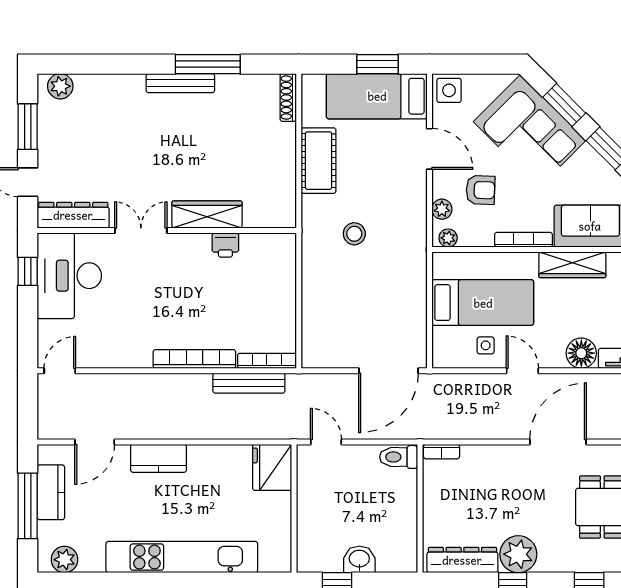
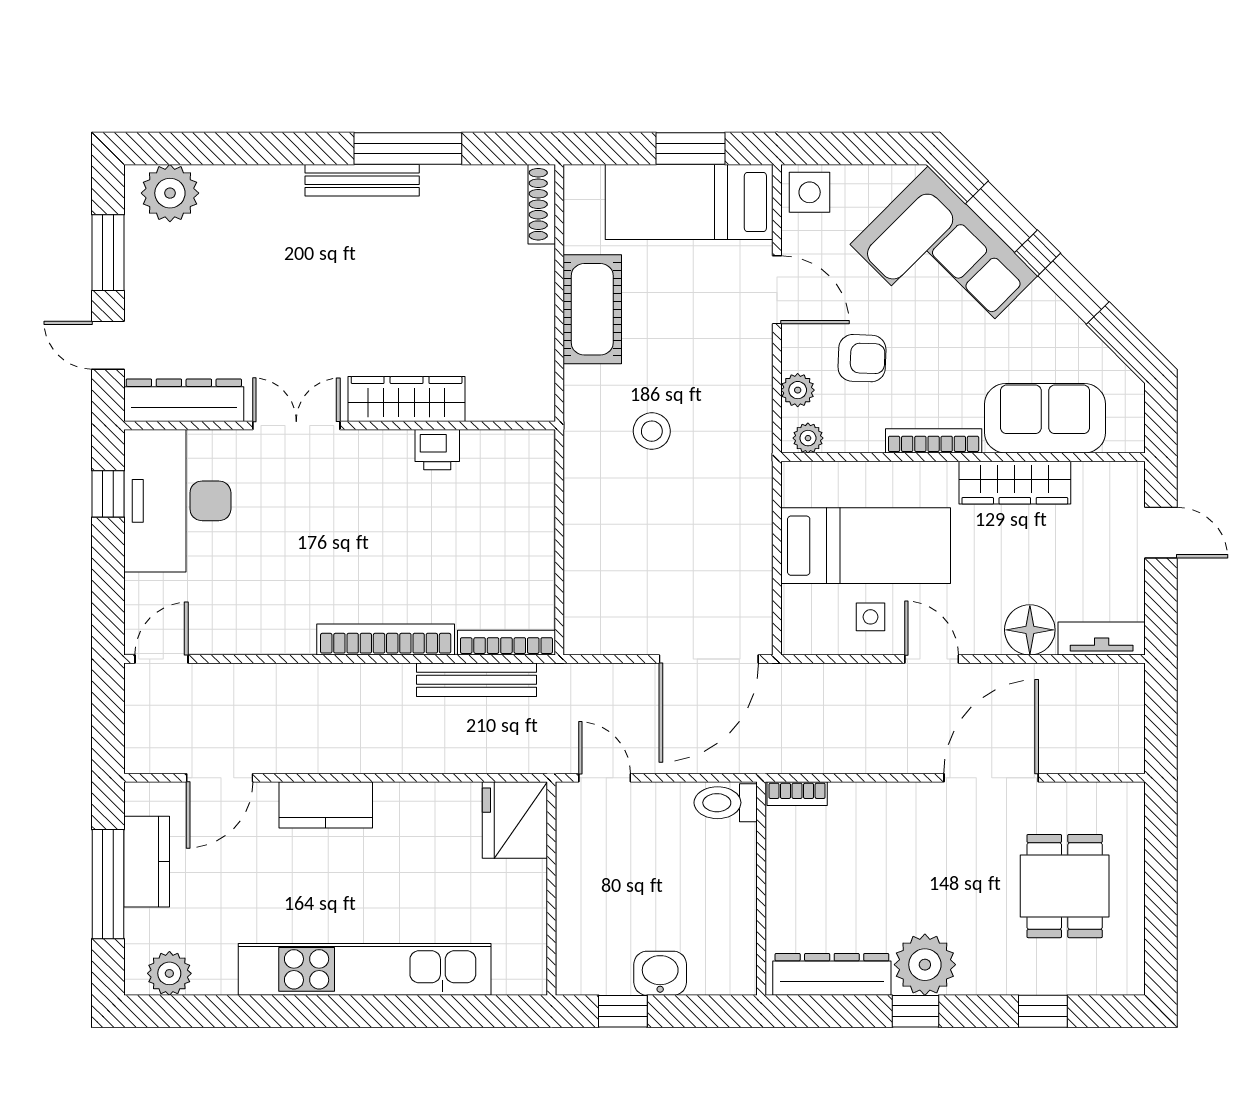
plant: (60, 86) -> (170, 193), width x1.36, depth x1.36

